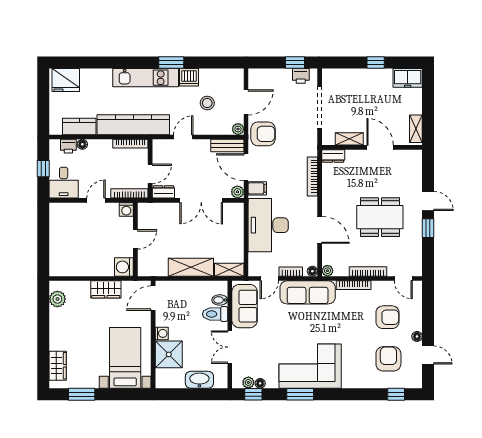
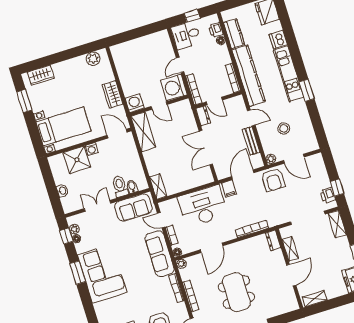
shelving: (338, 76) -> (337, 224), added
dishwasher: (189, 77) -> (278, 40), moved
bench: (227, 145) -> (251, 141), moved
plant: (237, 192) -> (221, 174), removed
door: (96, 200) -> (180, 65), swing flipped
washing machine: (126, 210) -> (174, 88), width x1.89, depth x1.89
shelving: (191, 267) -> (143, 132), moved
washbasin: (199, 380) -> (62, 191), width x0.52, depth x0.69

